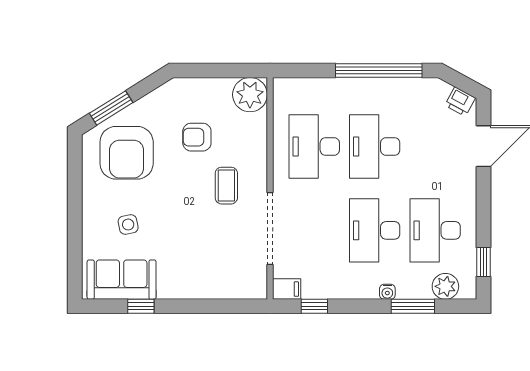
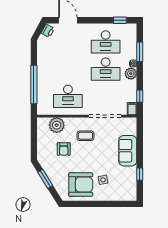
window: (379, 71) -> (34, 84), moved
plant: (250, 95) -> (57, 125), moved
window: (111, 108) -> (45, 179), moved
desk: (375, 146) -> (68, 69), removed
armchair: (127, 153) -> (81, 185), moved
sofa: (122, 280) -> (128, 151), moved
plant: (445, 286) -> (131, 74), moved

